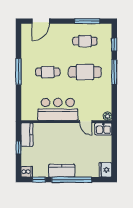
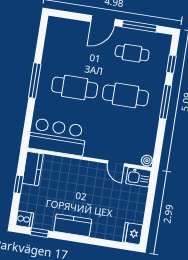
door: (41, 21) -> (103, 21), moved
cafe table: (48, 72) -> (75, 87), width x1.37, depth x1.35
bar counter: (58, 109) -> (57, 137), moved
window: (72, 180) -> (84, 240), removed

